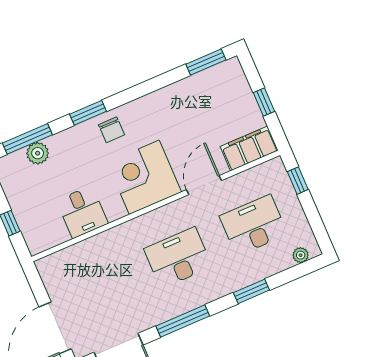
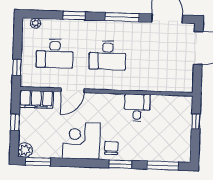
plant: (38, 153) -> (25, 150), moved
corner desk: (144, 177) -> (81, 141), moved, turned 180
desk: (82, 212) -> (137, 108), moved

